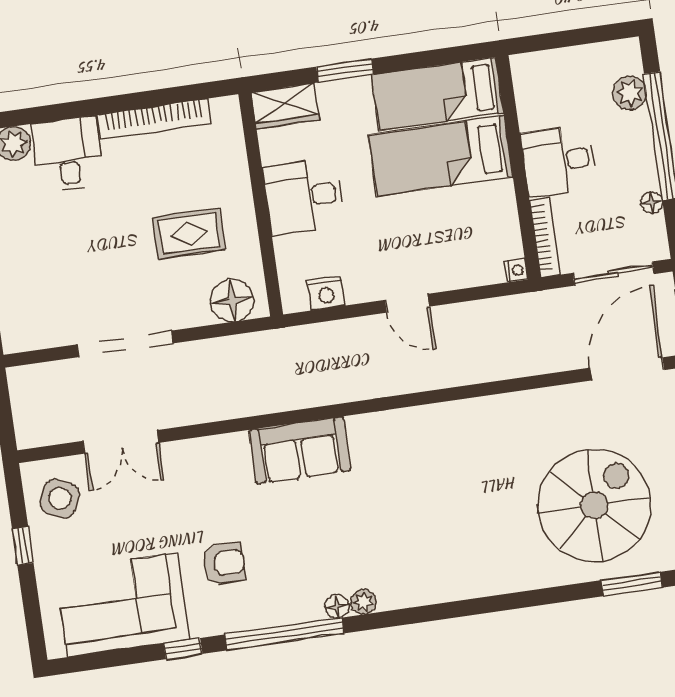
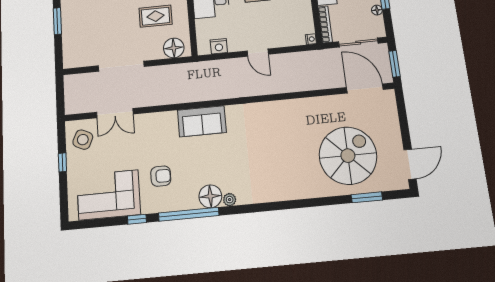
door: (627, 369) -> (365, 89), hinge flipped
floor lamp: (337, 606) -> (210, 196), width x1.89, depth x1.89

